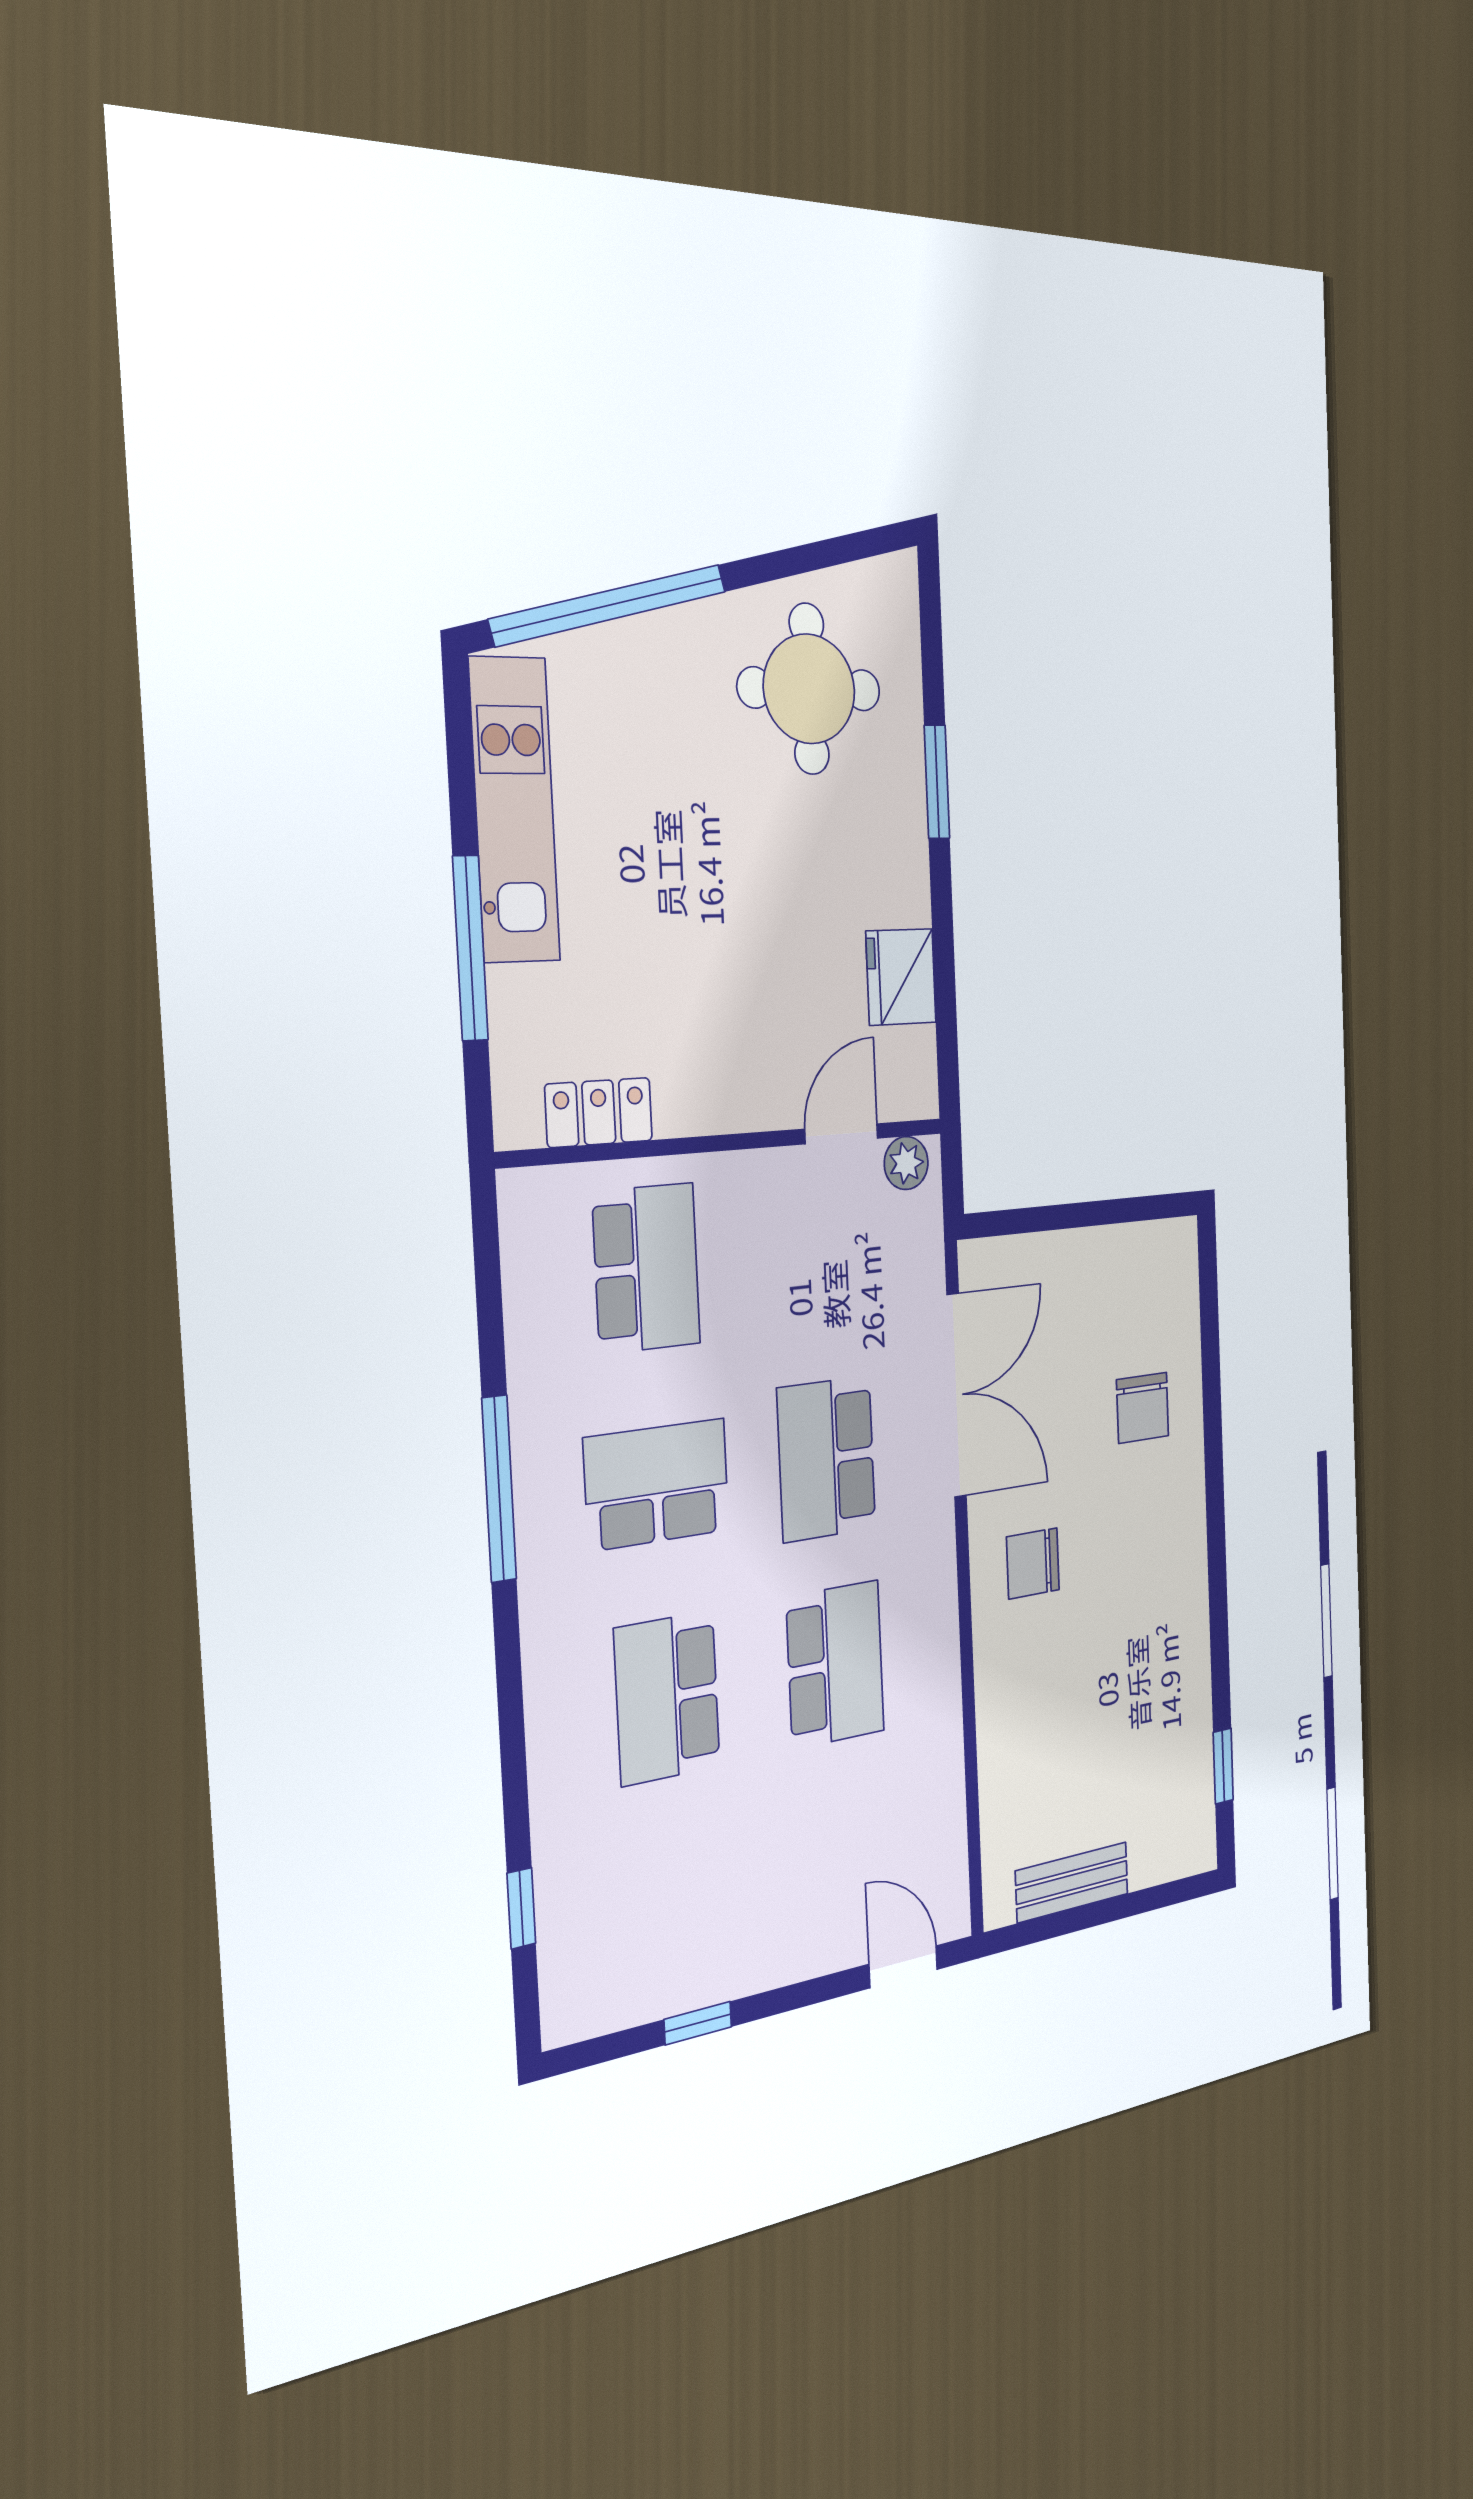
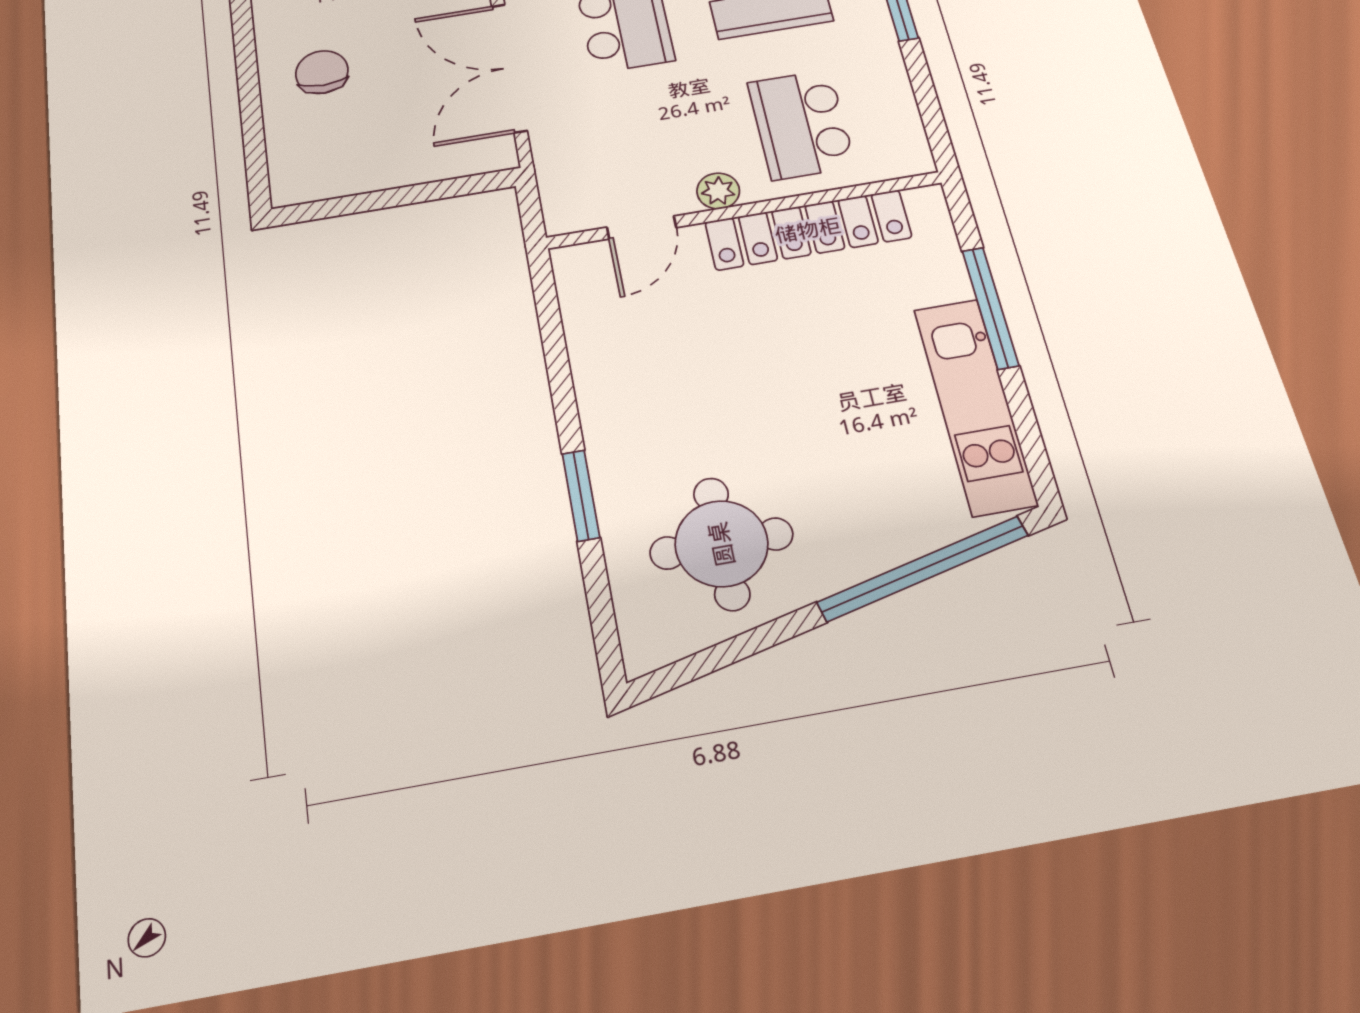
fridge: (901, 977) -> (599, 343), removed
locker: (599, 1112) -> (808, 230), width x2.16, depth x1.21
plant: (906, 1163) -> (718, 191), moved

